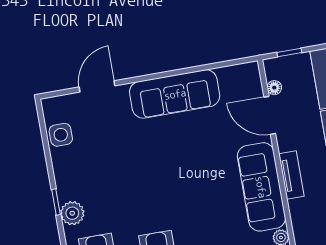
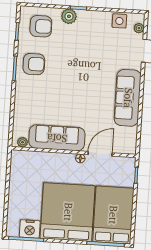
floor lamp: (274, 88) -> (80, 158), moved
plant: (64, 102) -> (139, 28), added
tv unit: (291, 175) -> (60, 158), removed

